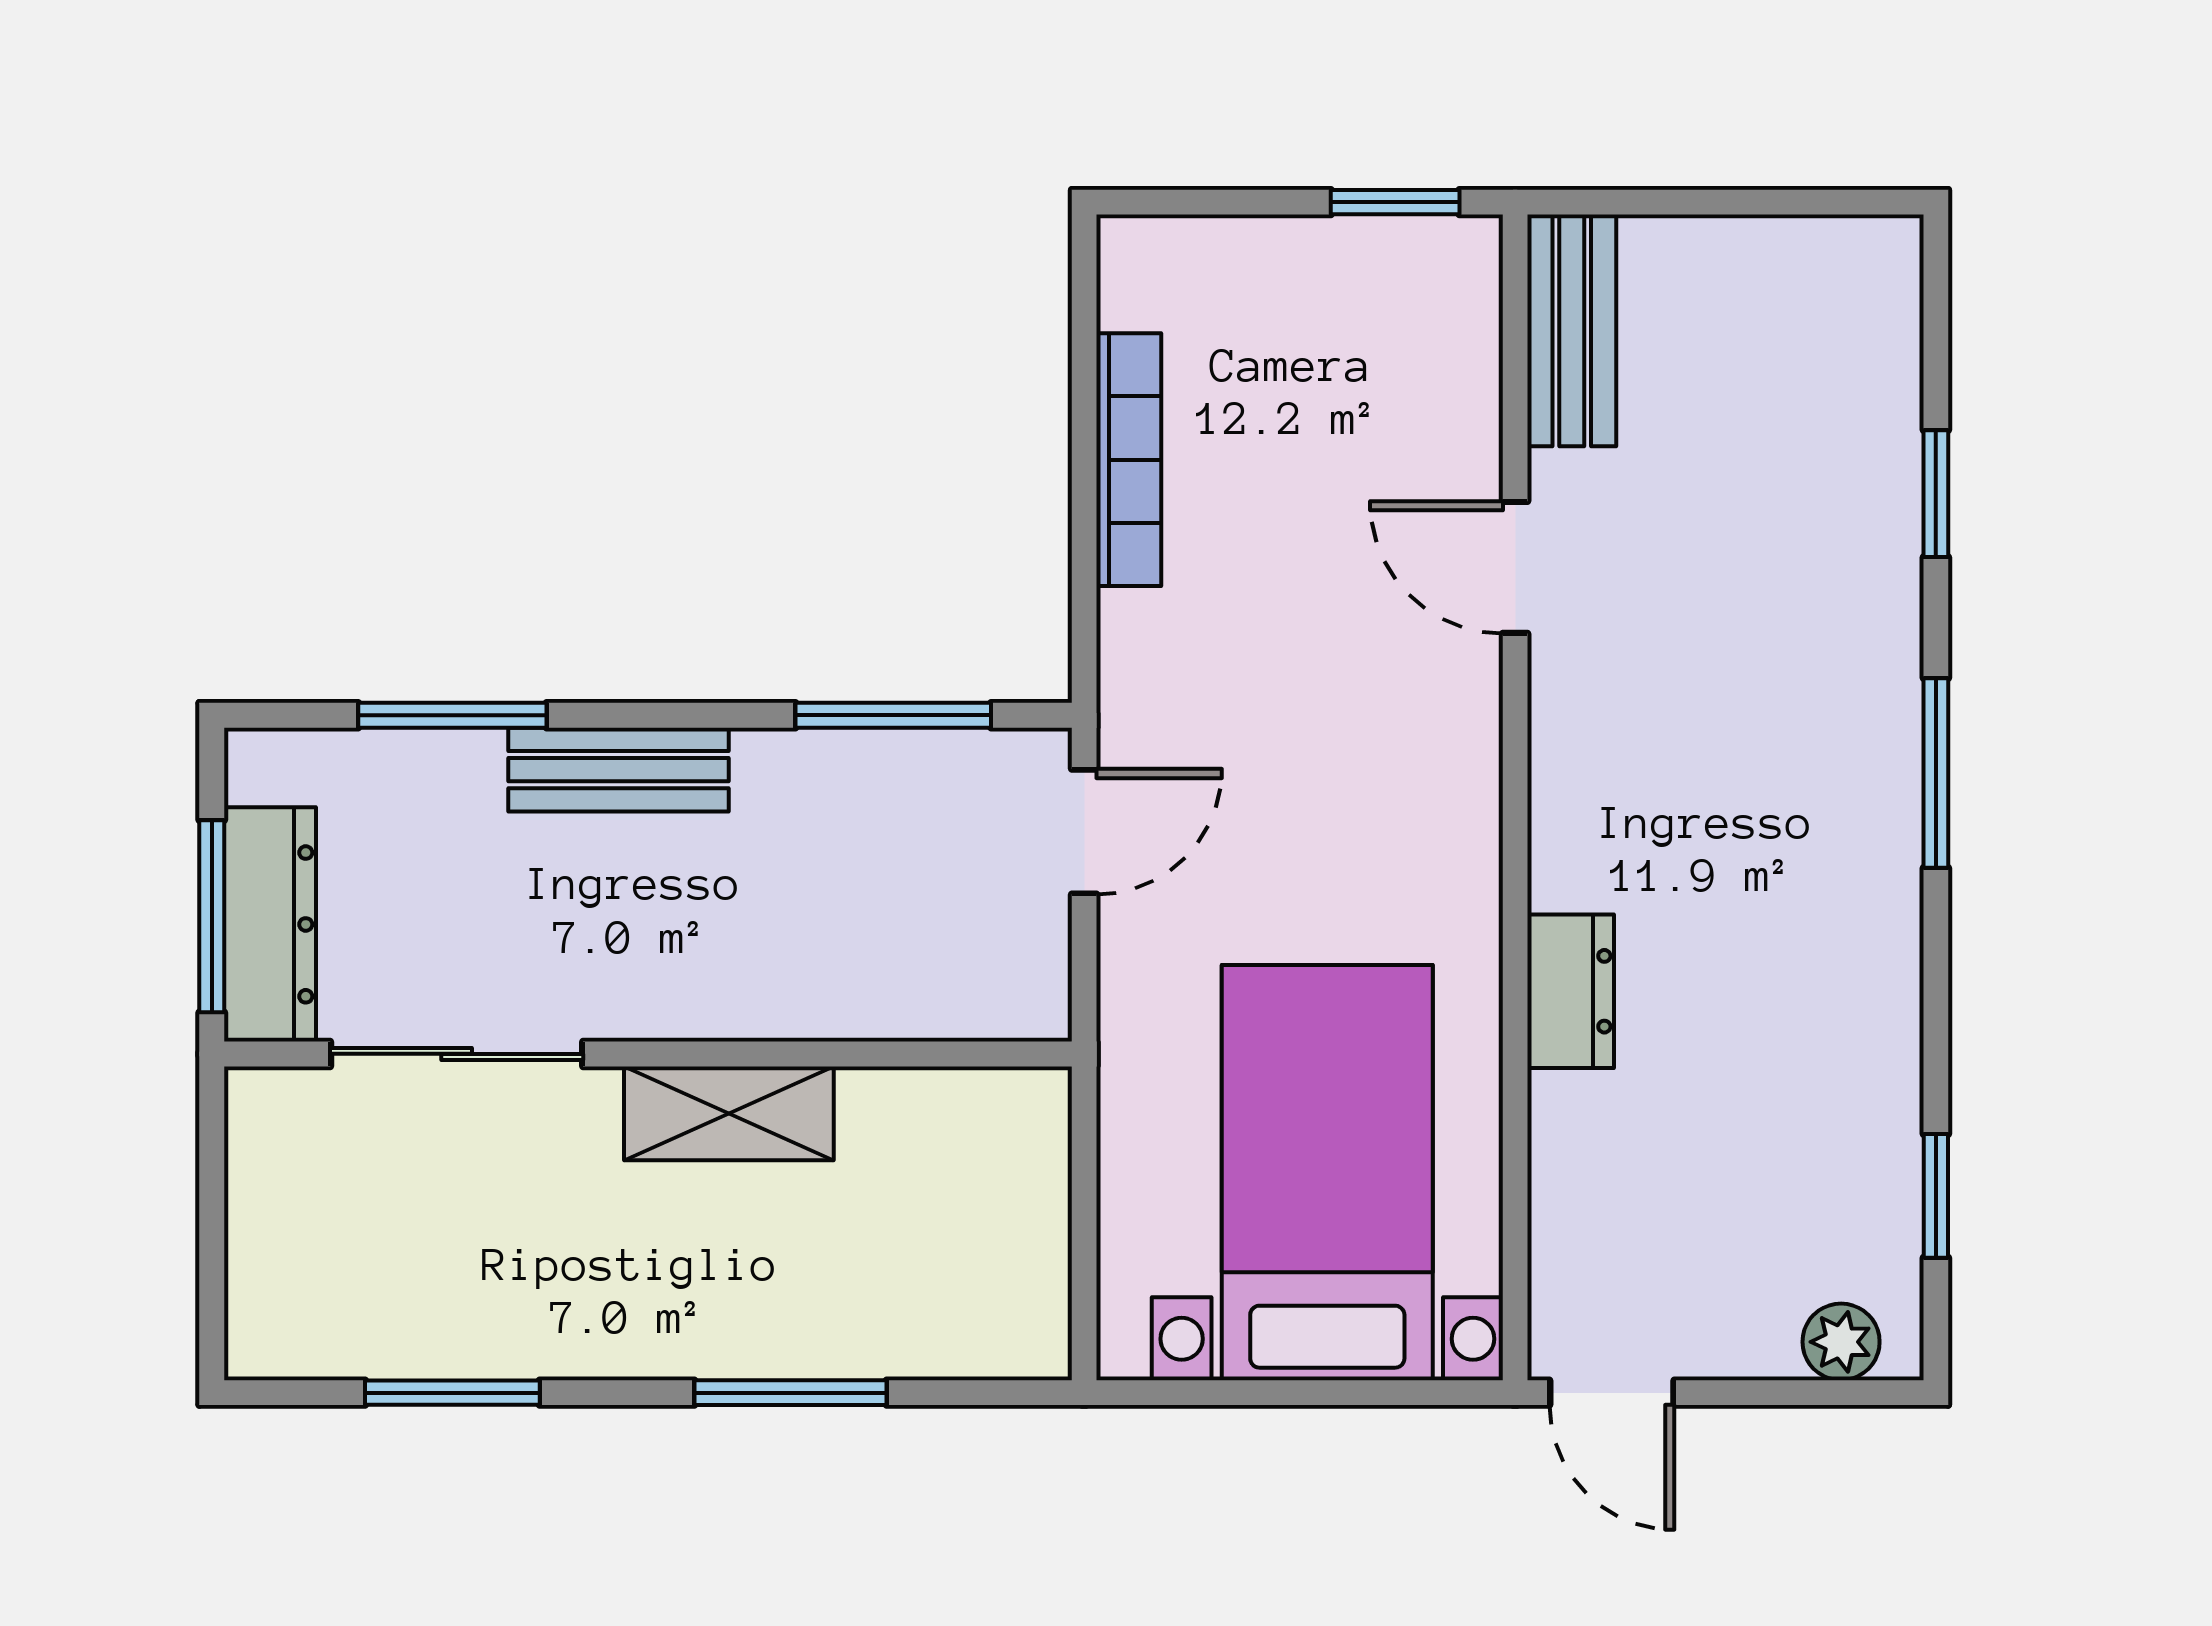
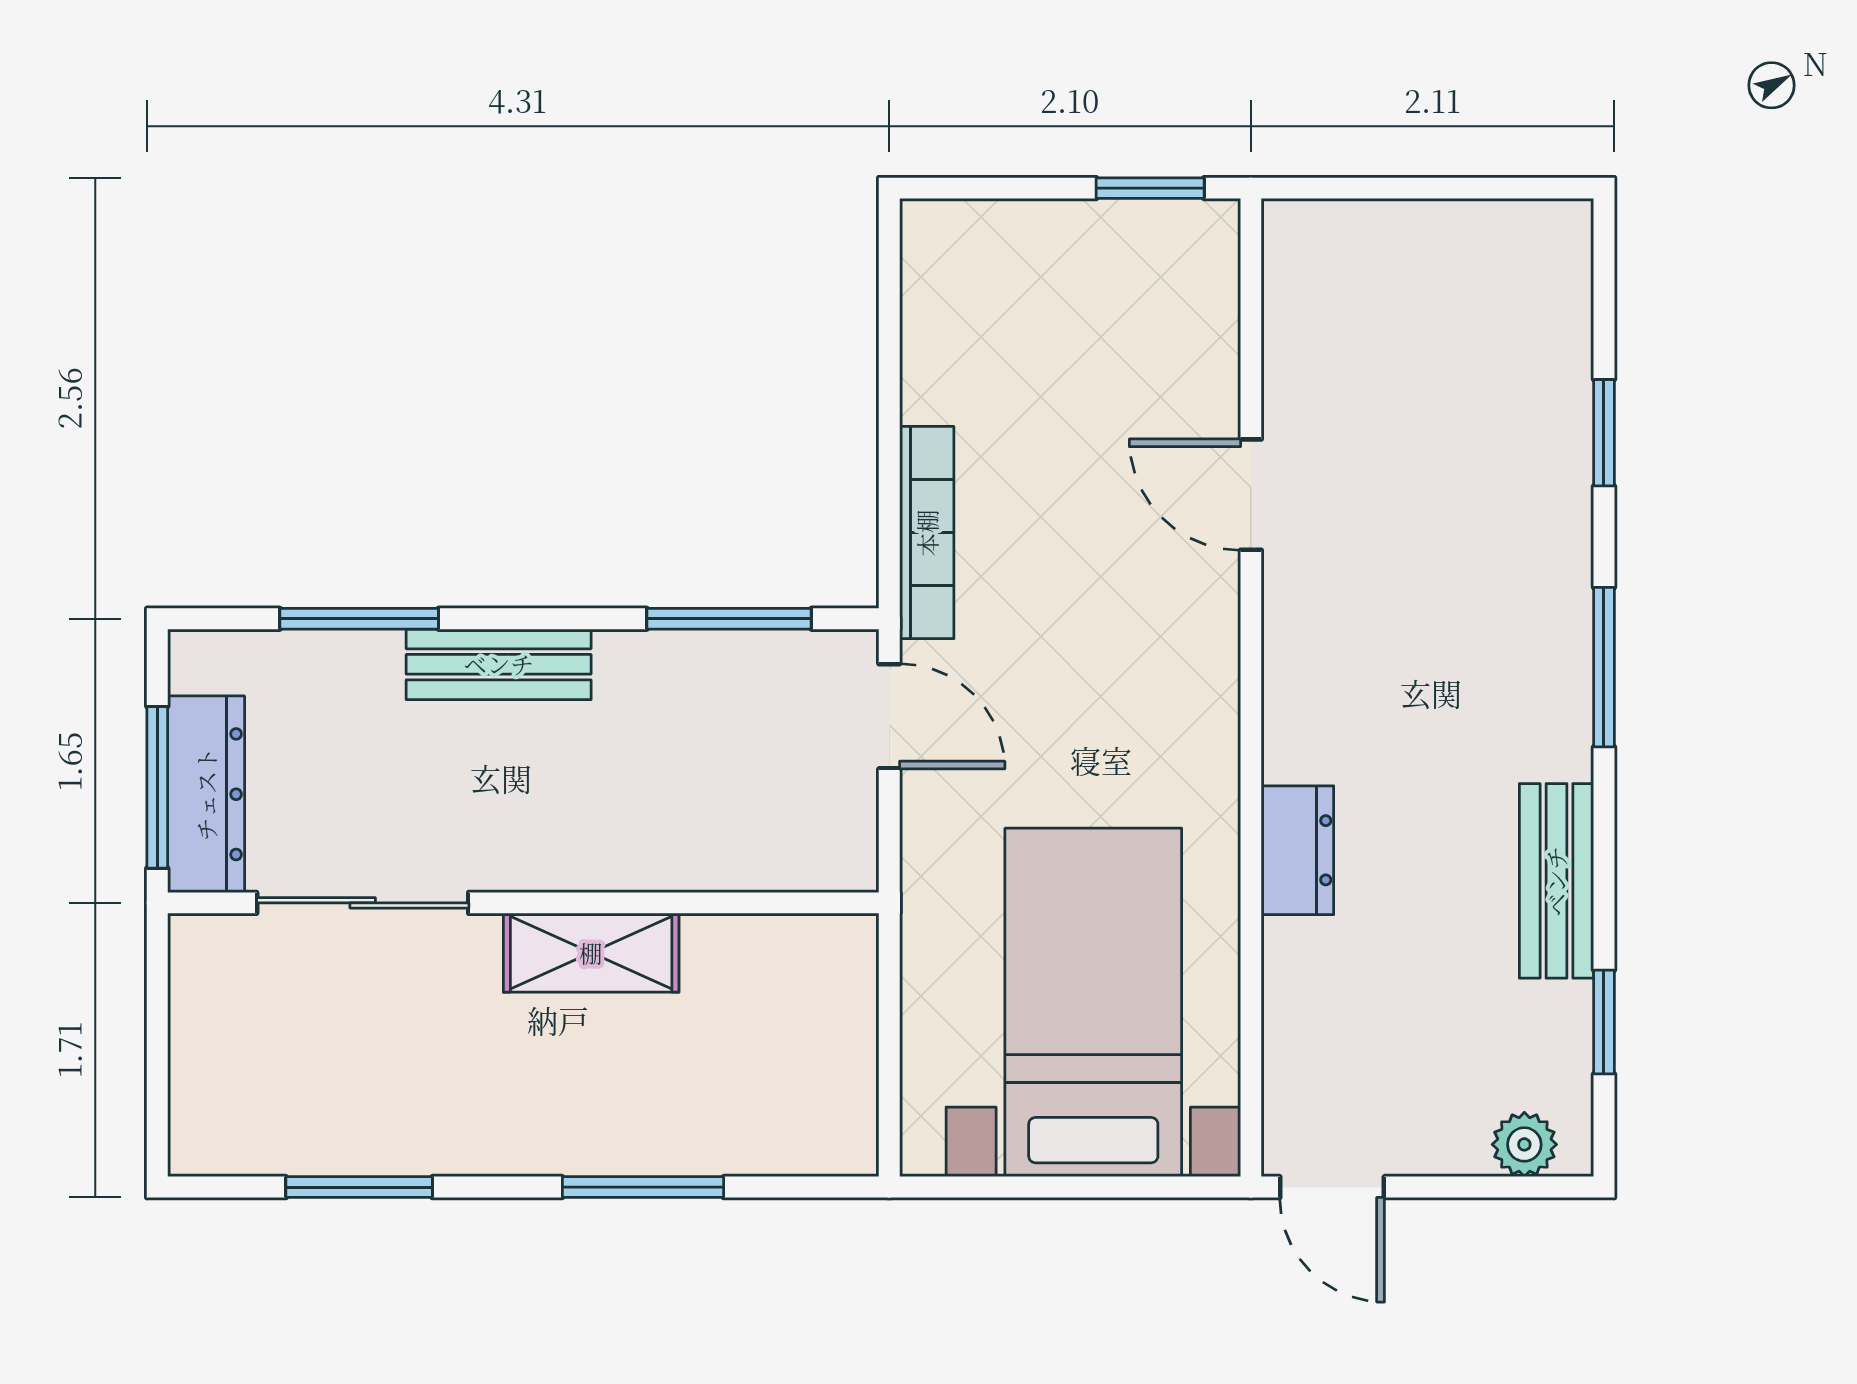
bench: (1572, 330) -> (1556, 881), moved
bookcase: (1129, 460) -> (927, 533), moved
door: (1084, 832) -> (889, 716), hinge flipped

